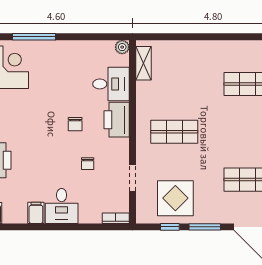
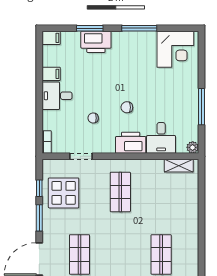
window: (34, 37) -> (201, 107), moved

